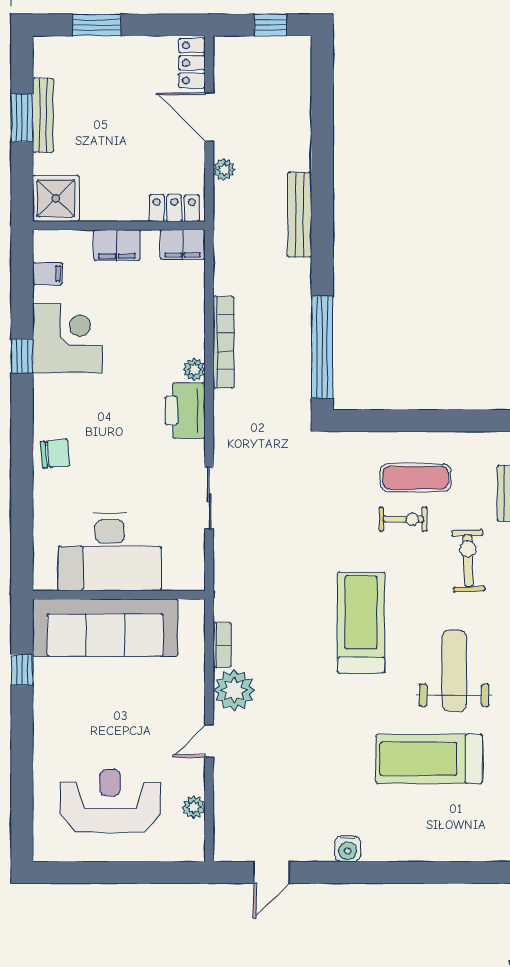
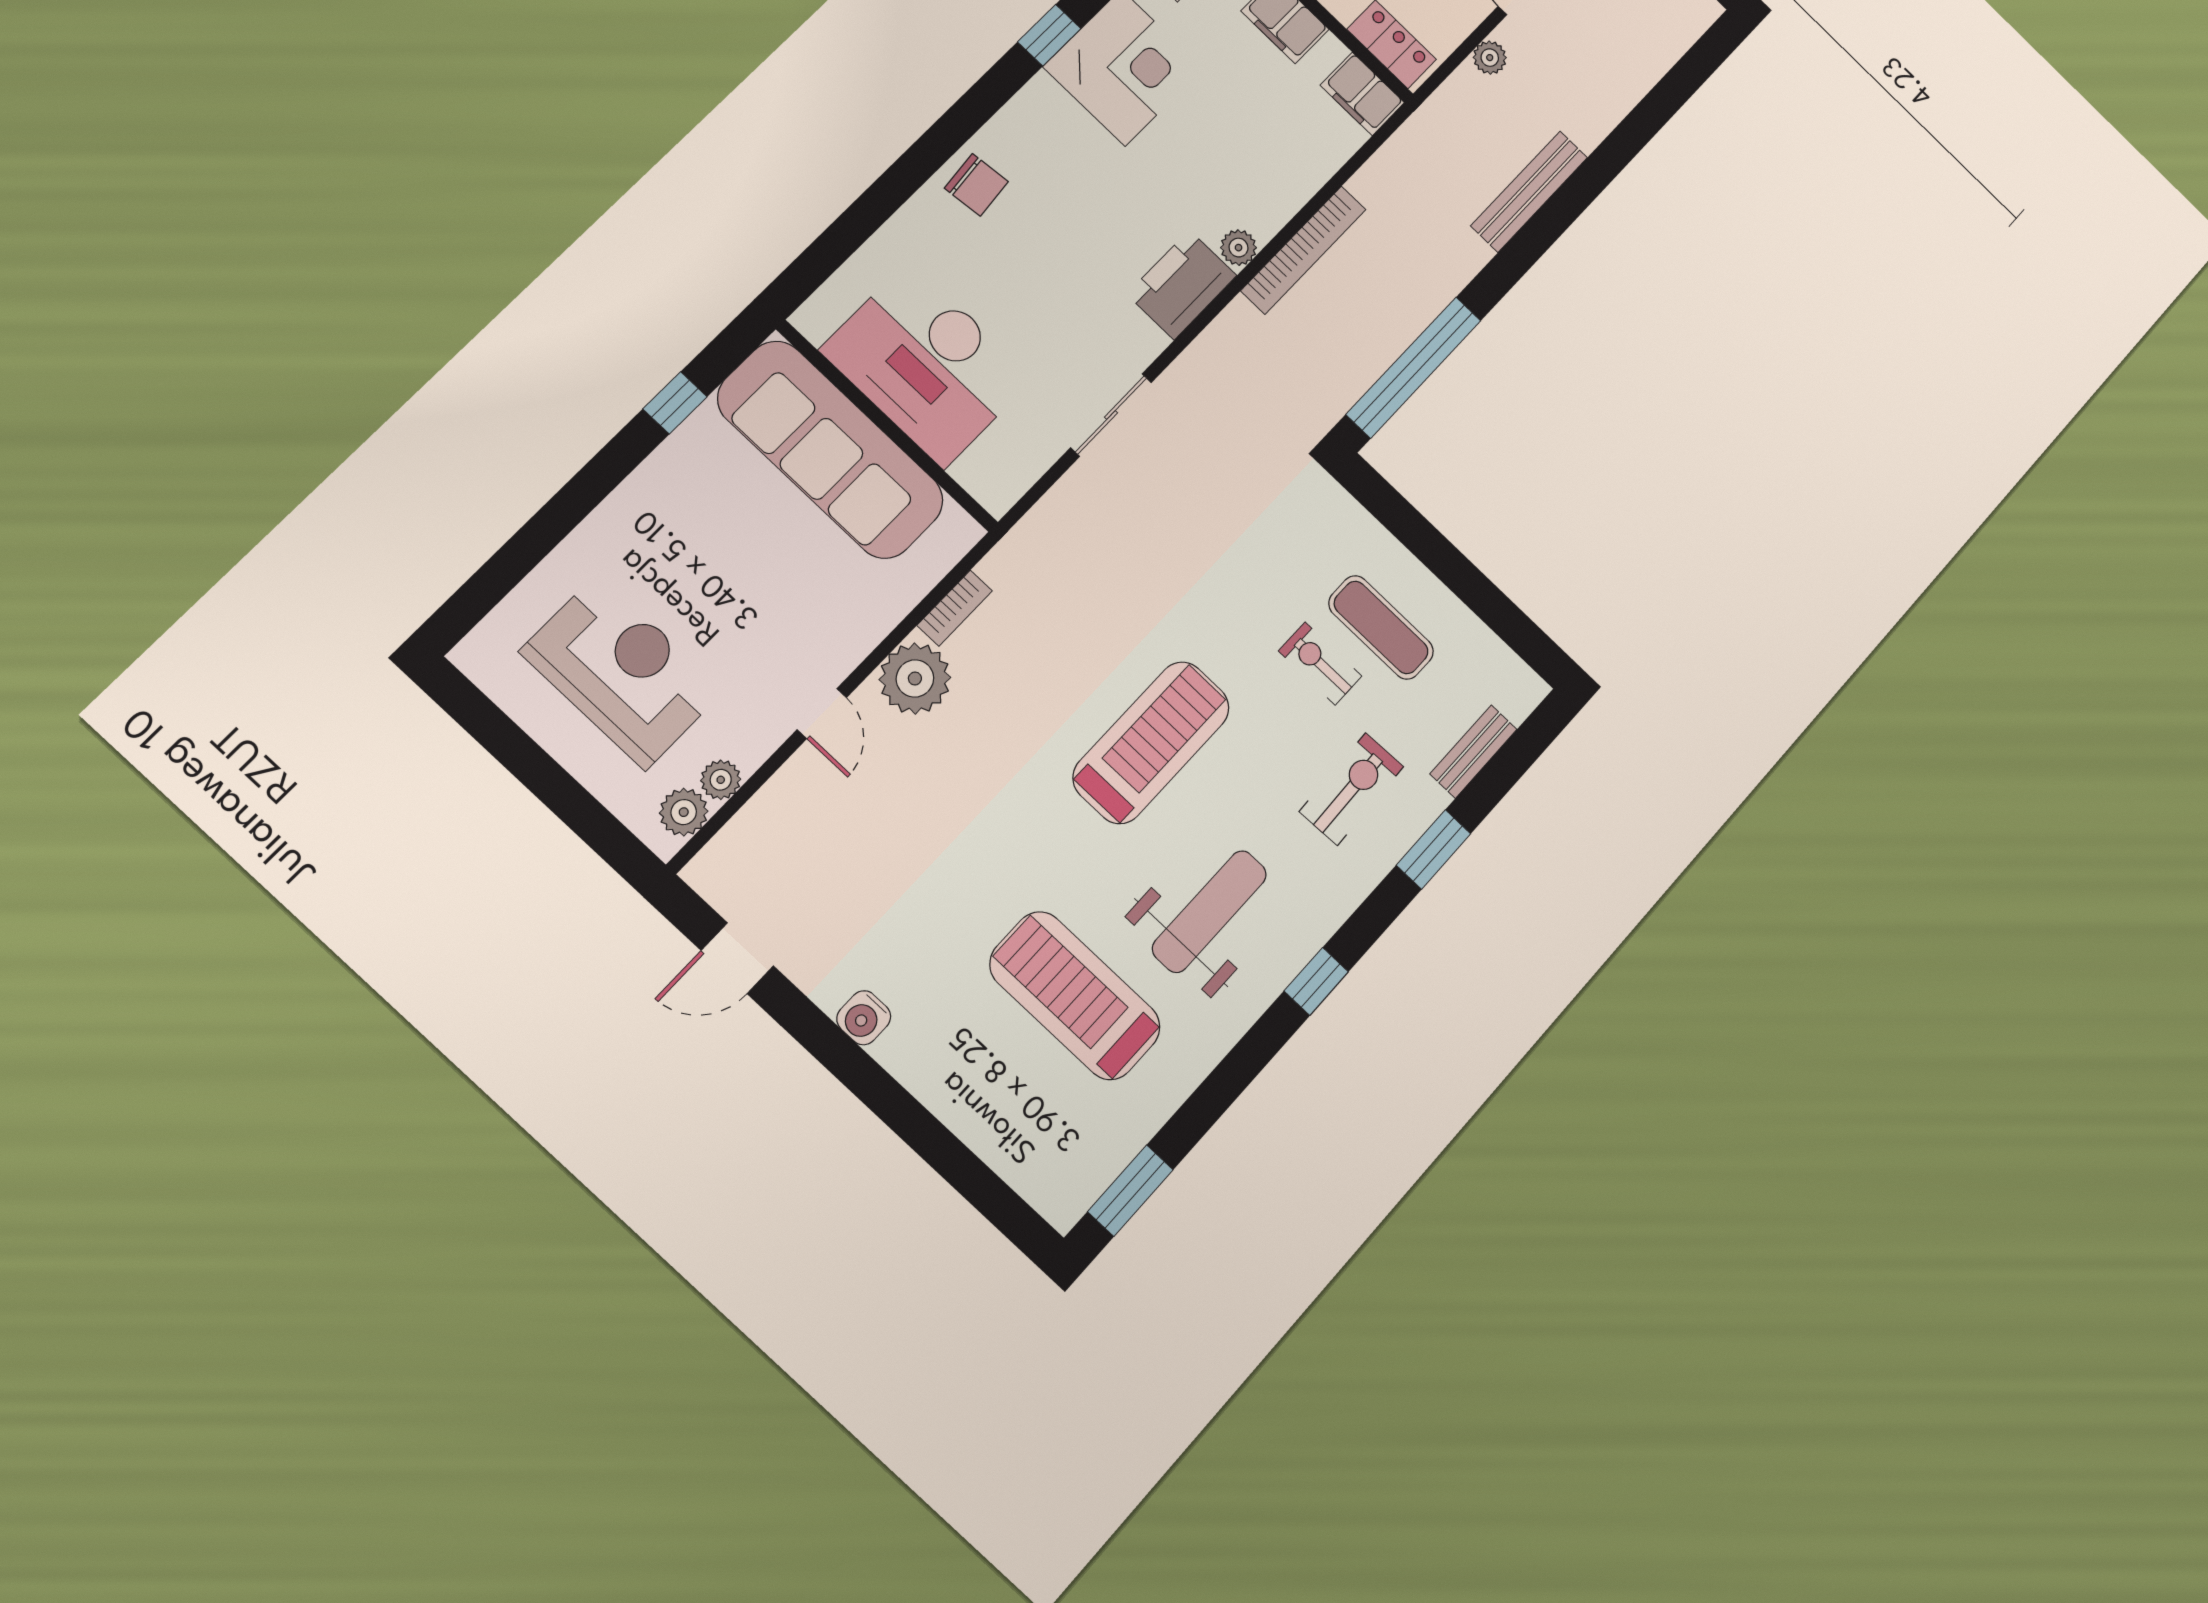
exercise bike: (403, 519) -> (1320, 664), turned 180
door: (209, 741) -> (822, 714), swing flipped
plant: (192, 834) -> (684, 812), added

